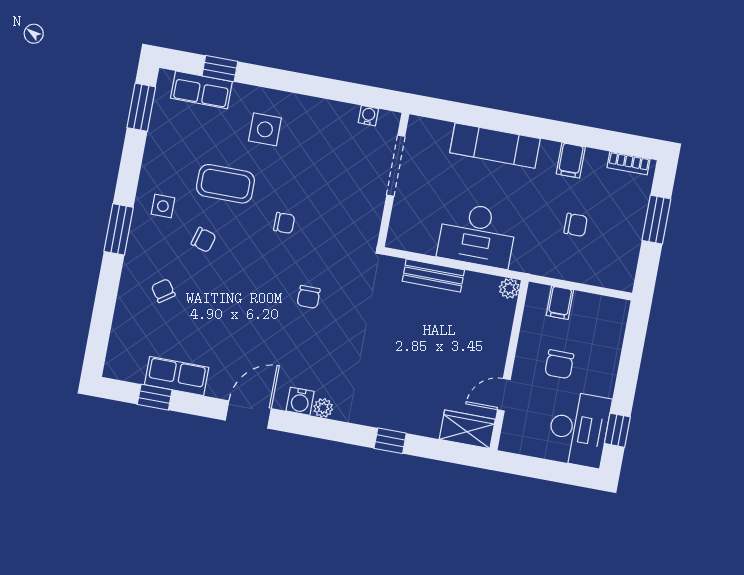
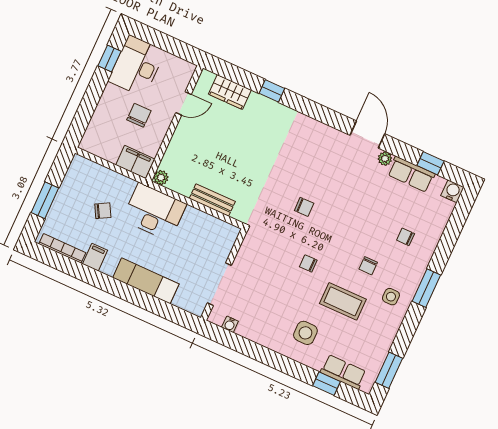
bookcase: (629, 163) -> (62, 248), width x1.56
chair: (576, 225) -> (103, 211), turned 151
desk: (477, 235) -> (154, 212), moved
chair: (204, 240) -> (368, 266), turned -106
chair: (163, 291) -> (406, 237), turned 125
chair: (309, 297) -> (304, 207), turned 89
filing cabinet: (560, 303) -> (135, 162), width x2.00
water cooler: (300, 401) -> (452, 191), moved
plant: (323, 408) -> (385, 159), moved
door: (248, 414) -> (367, 134), swing flipped
wardrobe: (467, 429) -> (230, 92), moved

